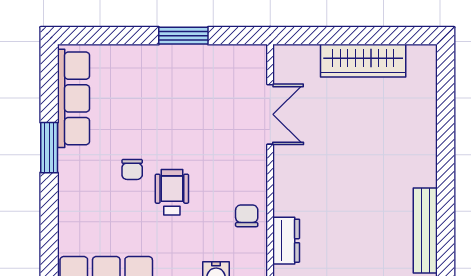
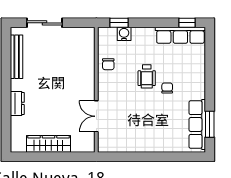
window: (183, 36) -> (141, 157), removed
window: (49, 148) -> (210, 124), moved
dresser: (286, 241) -> (17, 103), moved, turned 180

